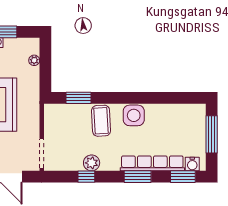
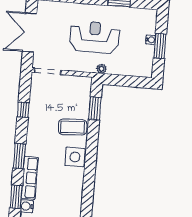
plant: (34, 60) -> (101, 69), moved
plant: (92, 163) -> (35, 115), removed
row of seats: (152, 163) -> (30, 178), width x0.73

